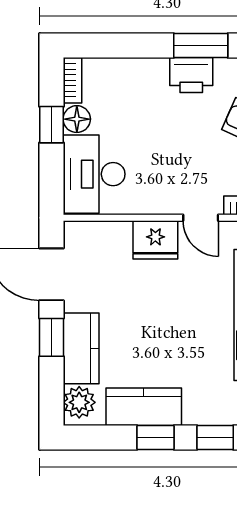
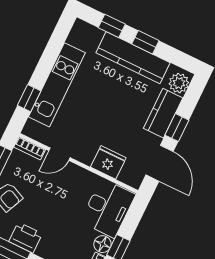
door: (201, 218) -> (59, 154), swing flipped
fridge: (155, 240) -> (108, 162), moved
kitchen counter: (144, 407) -> (133, 58), width x1.50

